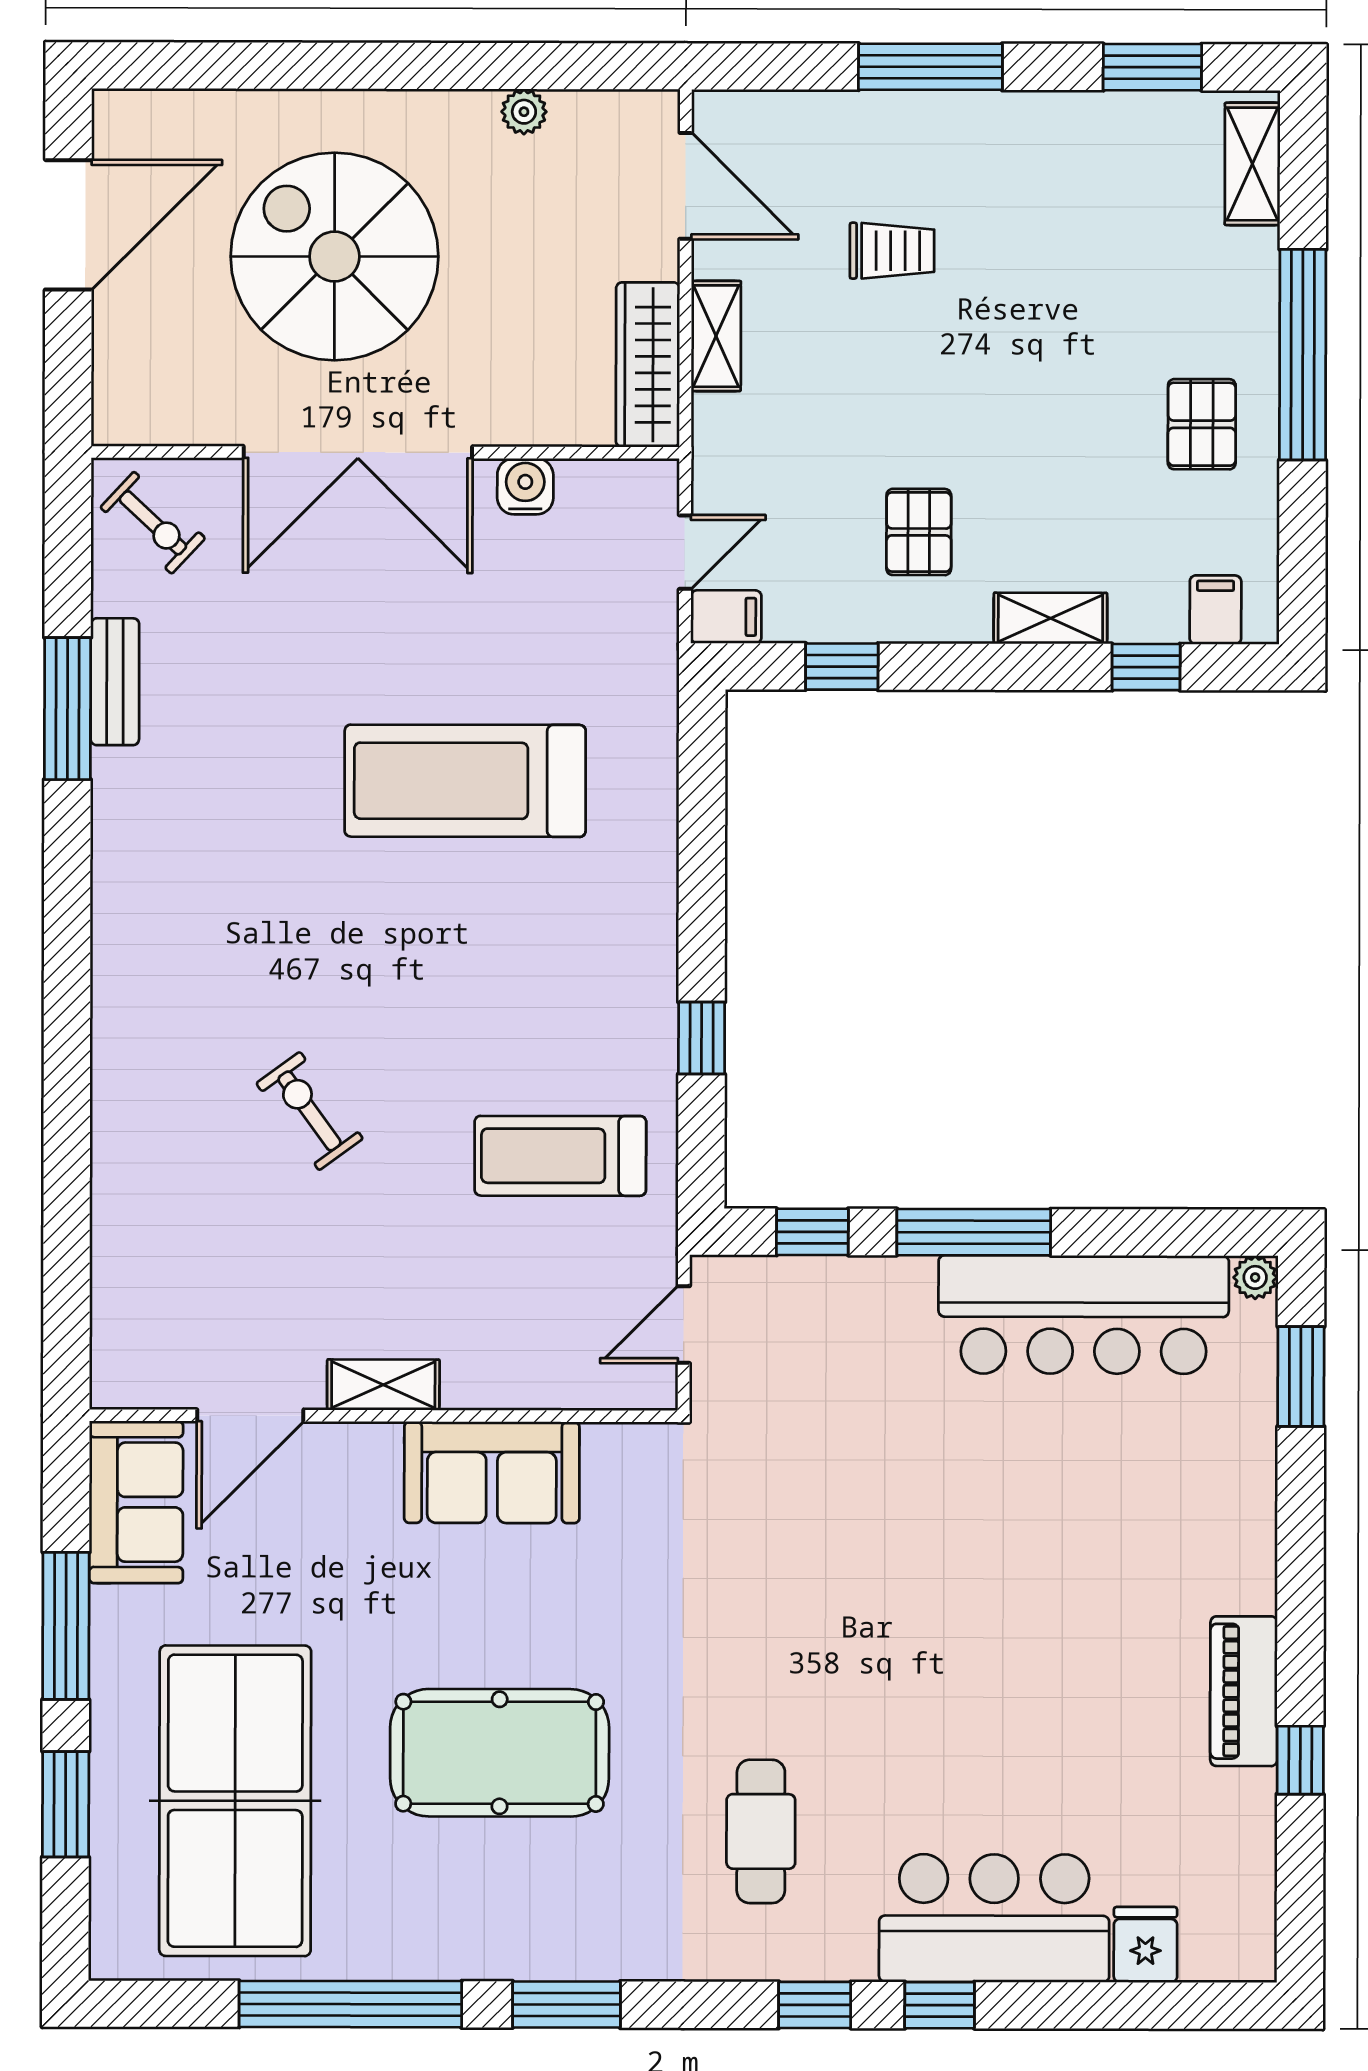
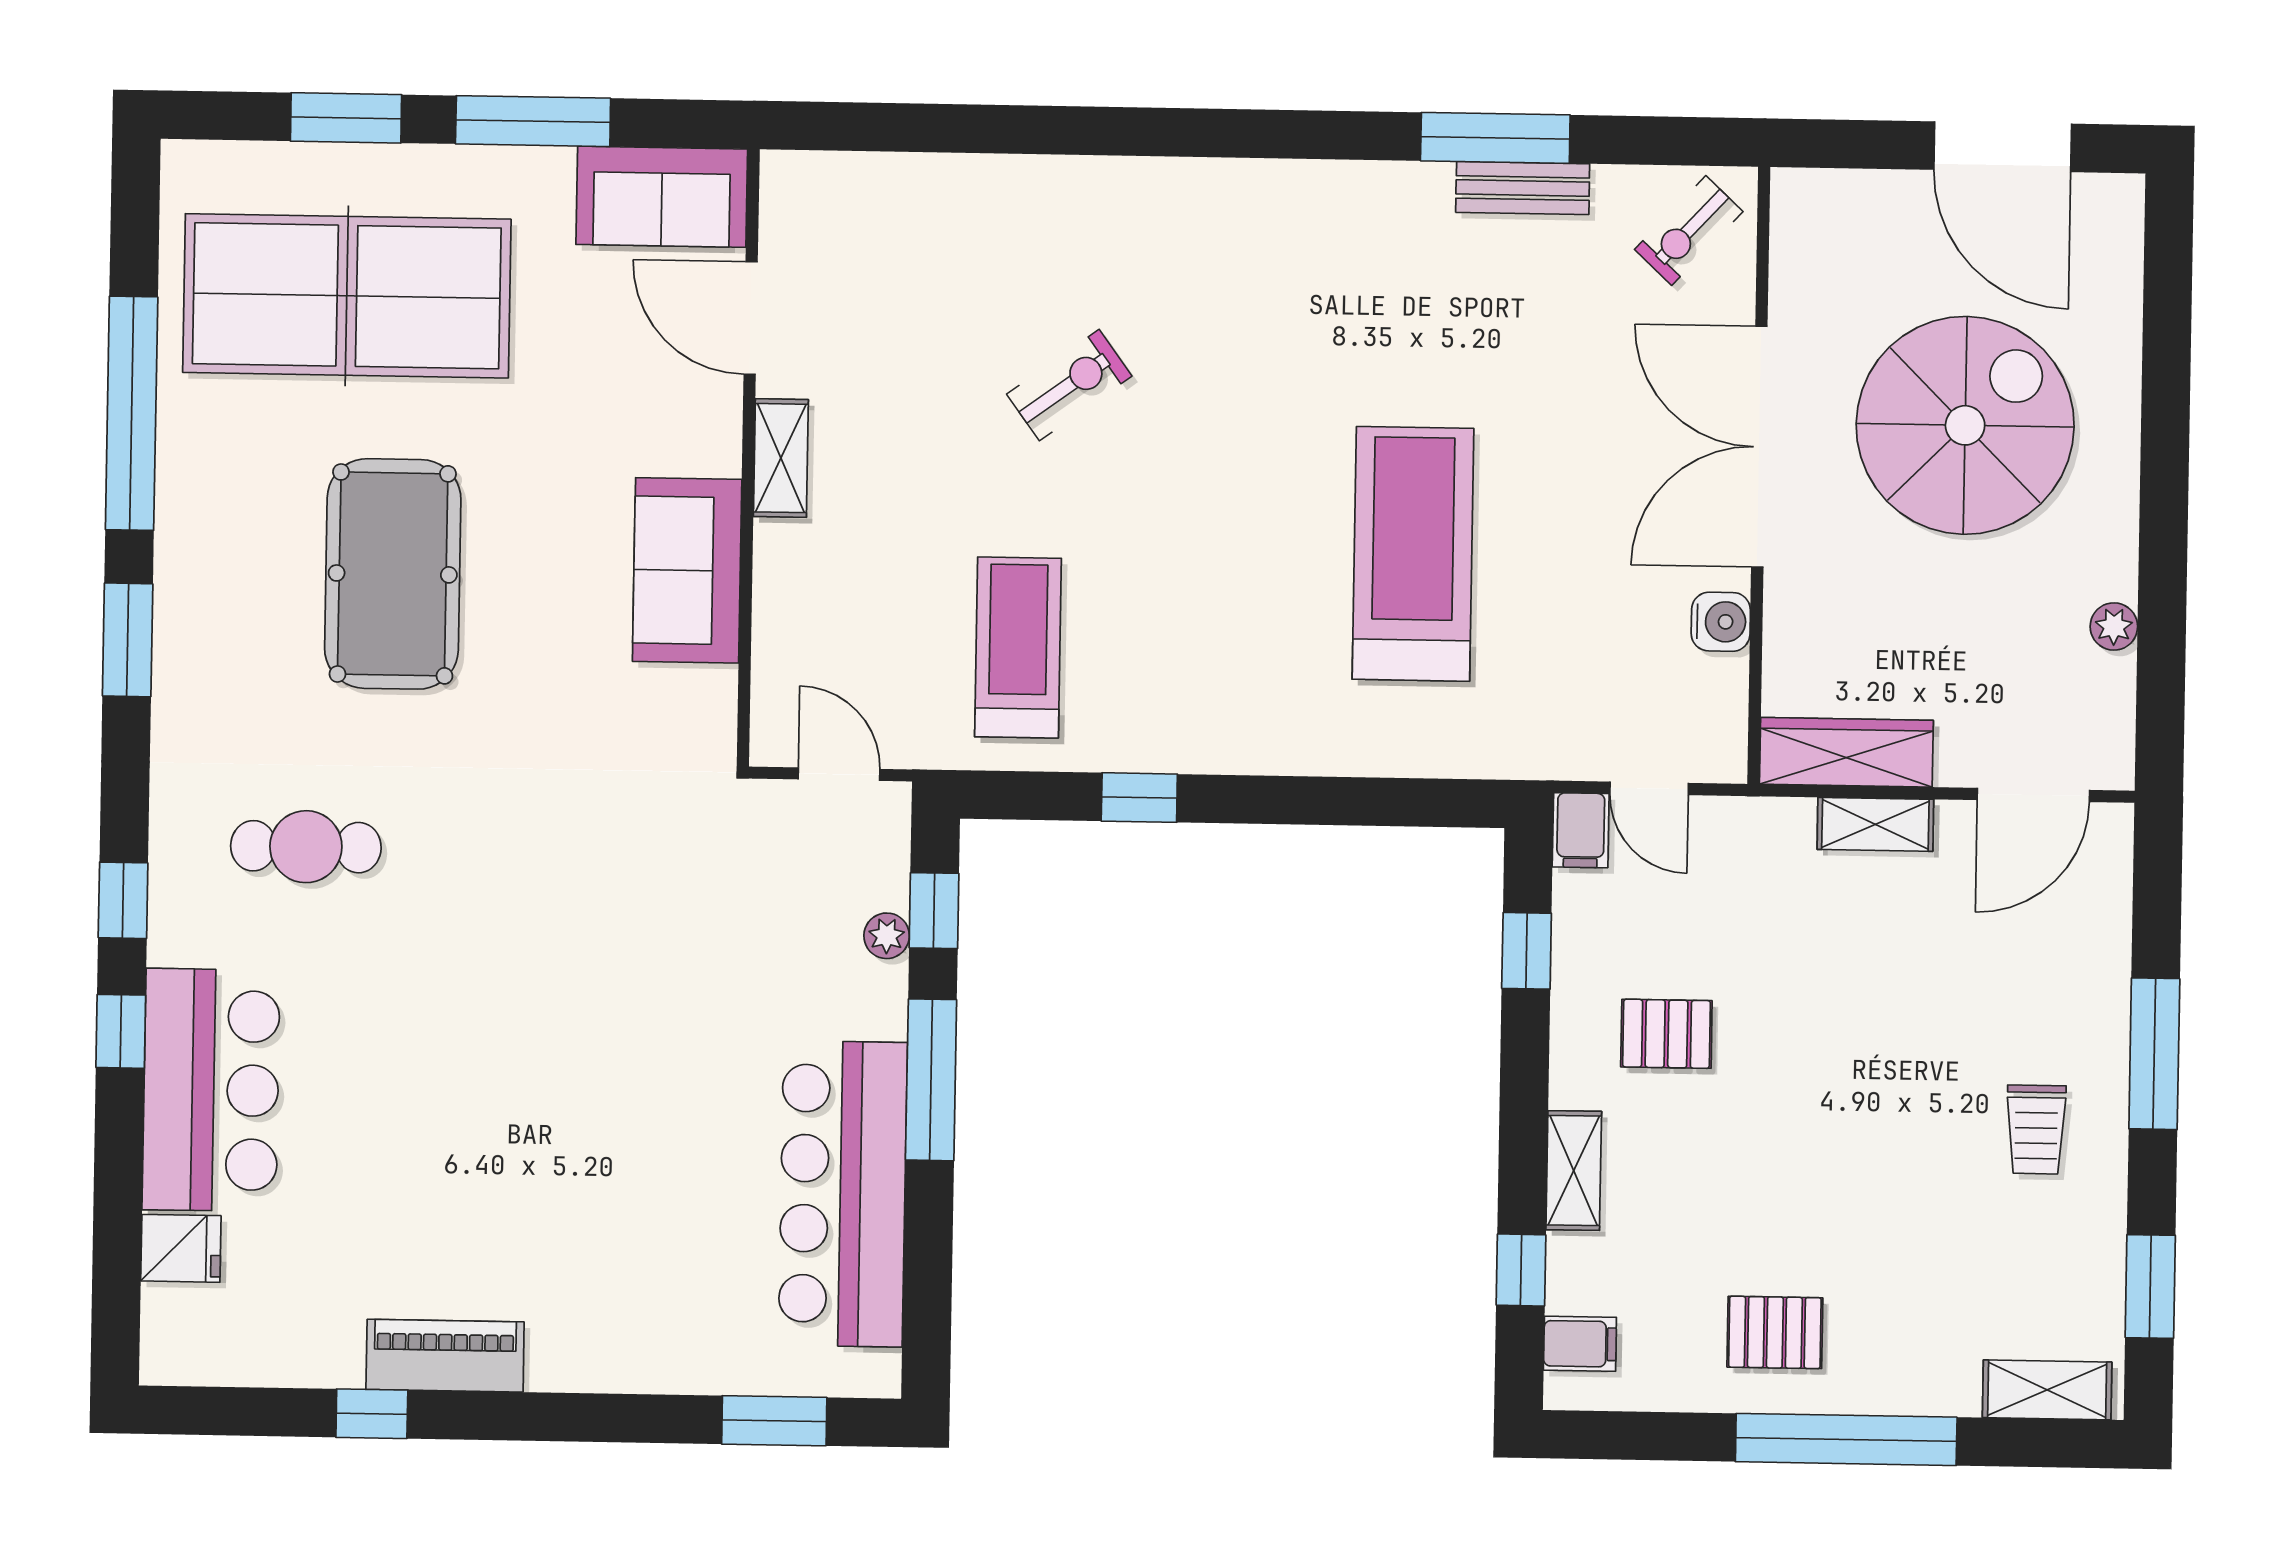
trolley: (892, 251) -> (2036, 1129), moved
plant: (1255, 1277) -> (887, 936), moved

